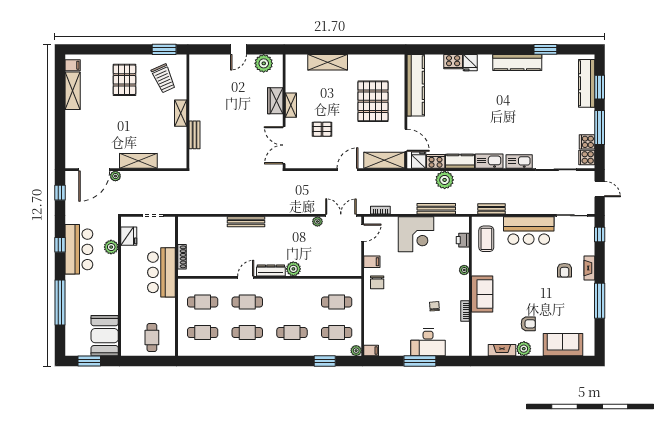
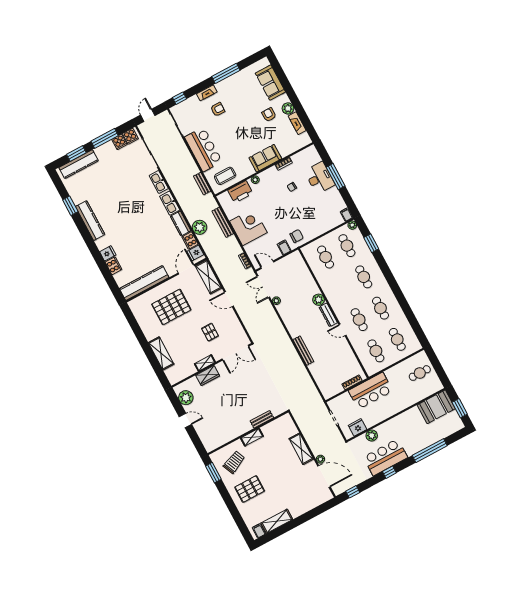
printer: (463, 240) -> (240, 192), width x1.87, depth x1.48

